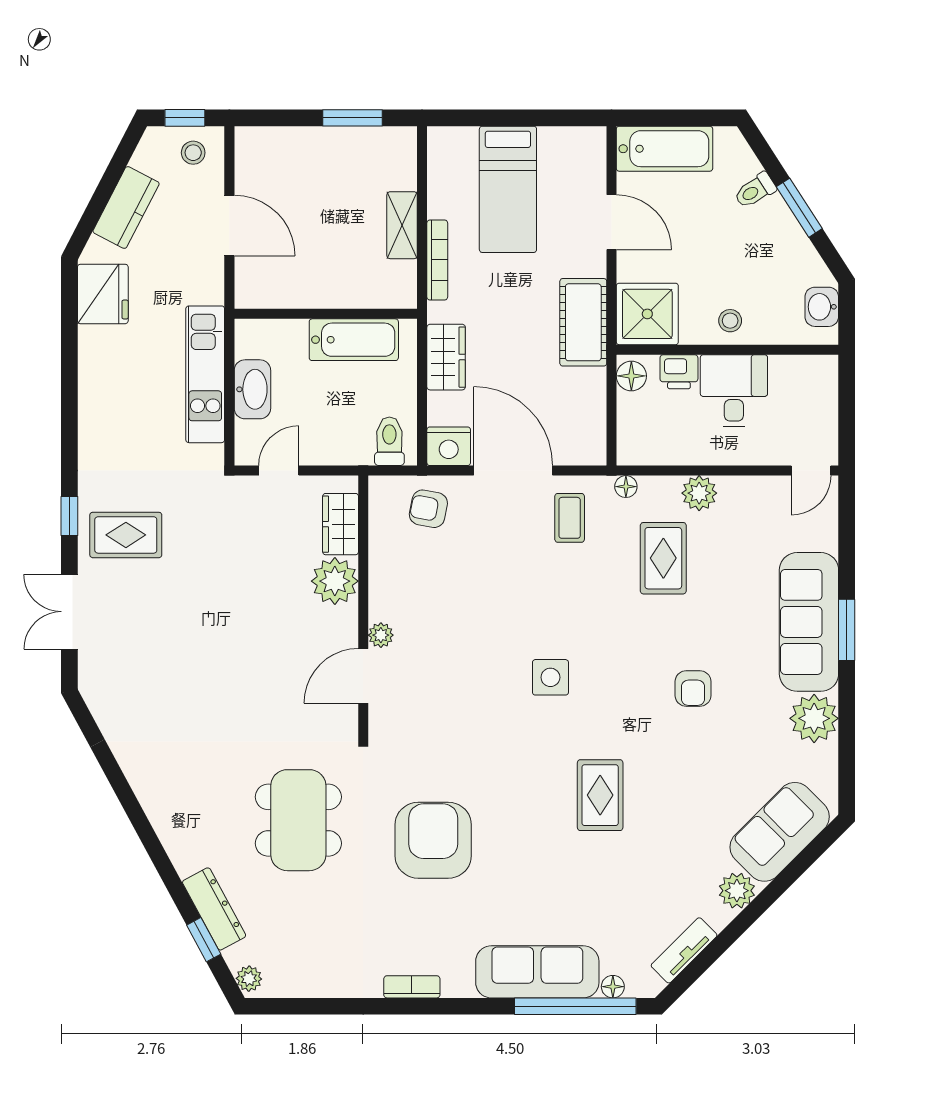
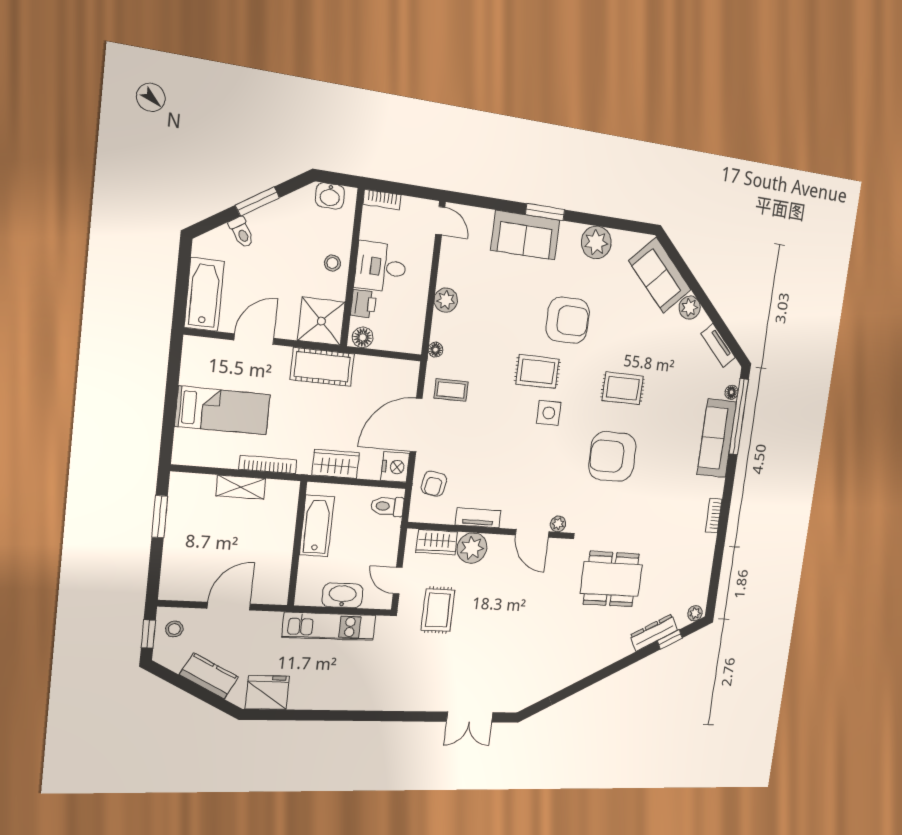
bookcase: (828, 382) -> (382, 200), added
window: (69, 516) -> (410, 716), removed
rug: (126, 535) -> (438, 610), moved
rug: (663, 558) -> (537, 371), moved
tv unit: (382, 585) -> (478, 518), added
sofa: (809, 622) -> (525, 235), width x0.73
plant: (381, 635) -> (558, 524), moved
armchair: (693, 689) -> (568, 320), width x1.88, depth x1.88
armchair: (433, 840) -> (612, 457), moved

